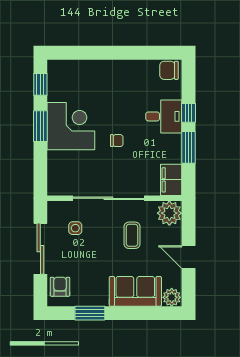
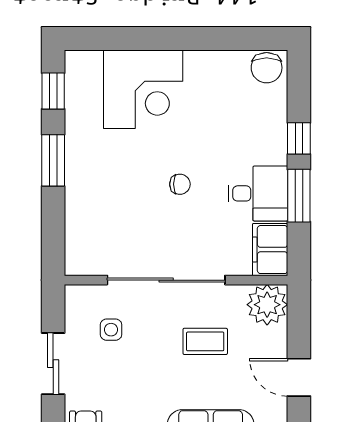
chair: (169, 70) -> (267, 68), turned -90
desk: (164, 116) -> (258, 193), moved
corner desk: (71, 126) -> (143, 89), moved, turned 90
coffee table: (132, 235) -> (205, 341), turned 90
sliding door: (40, 249) -> (53, 364), width x0.73

